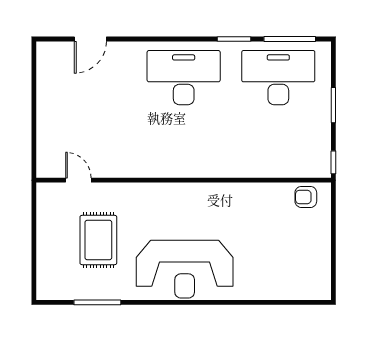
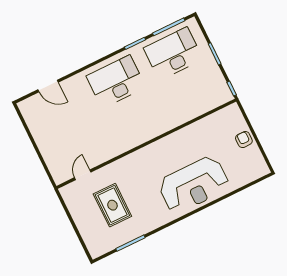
door: (90, 39) -> (48, 86), hinge flipped
door: (78, 180) -> (83, 175), hinge flipped
armchair: (306, 197) -> (244, 140), moved, turned 90
reception desk: (185, 269) -> (194, 185), moved

